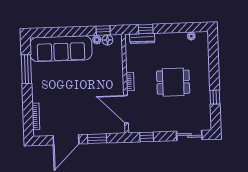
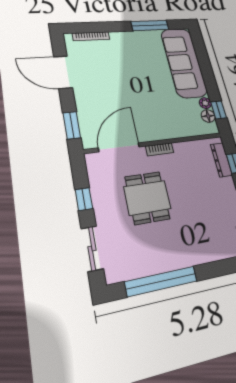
dining table: (173, 82) -> (147, 198), moved
window: (215, 97) -> (161, 281), width x3.17
window: (147, 137) -> (84, 199), moved
window: (97, 139) -> (72, 125), moved

